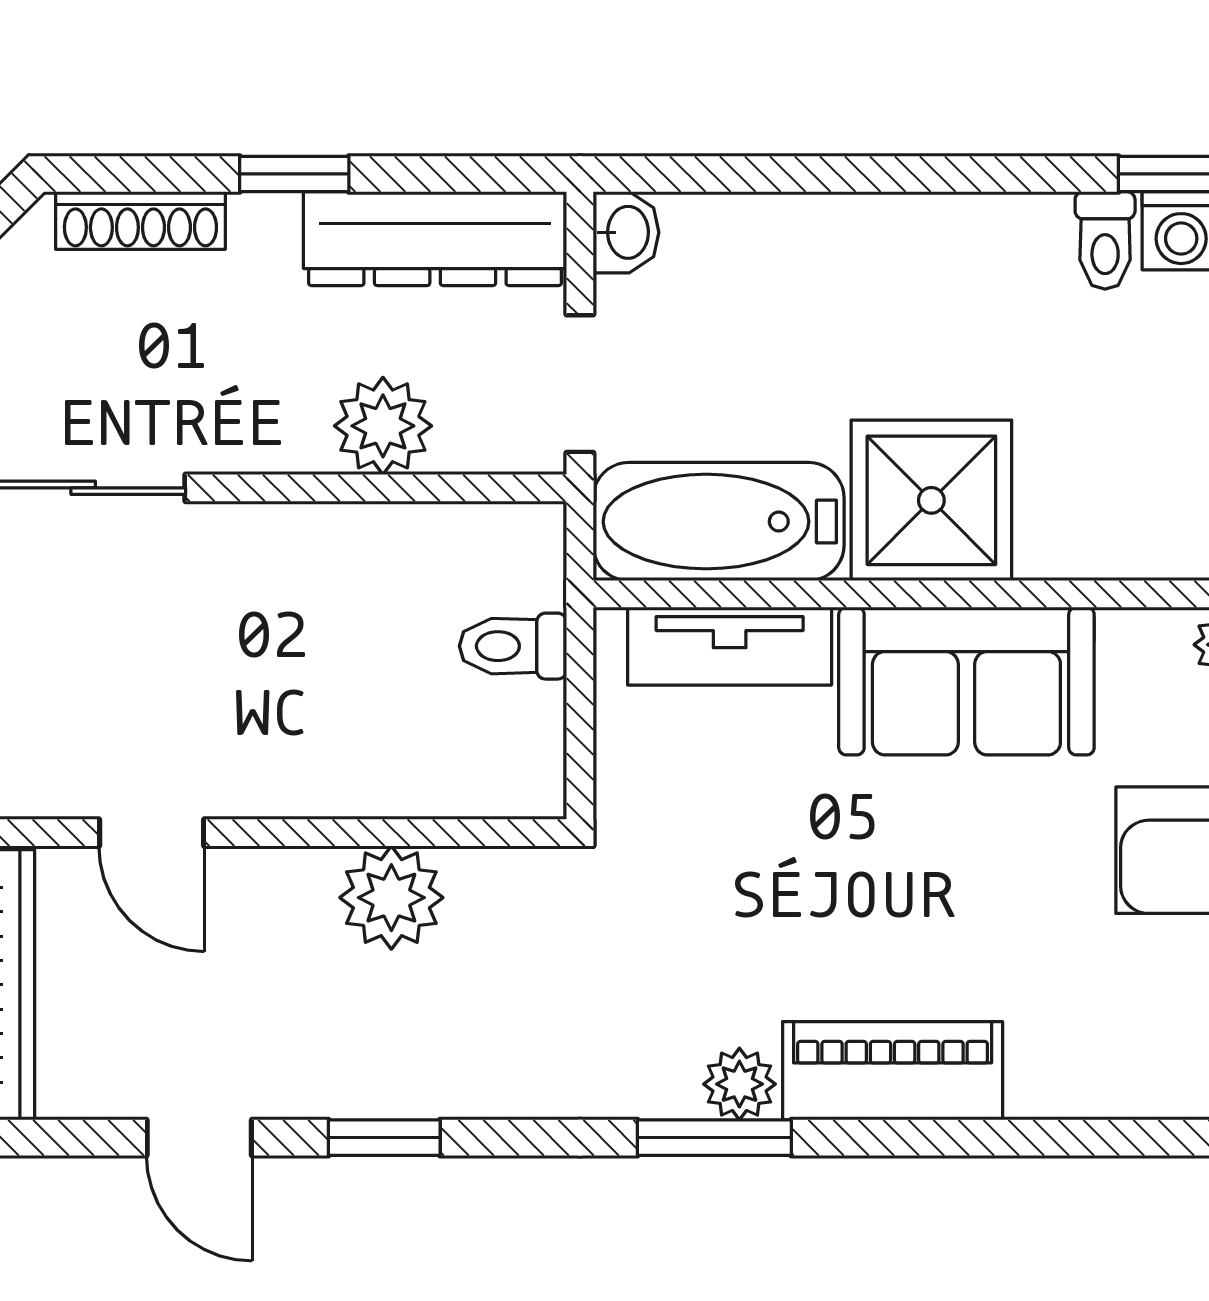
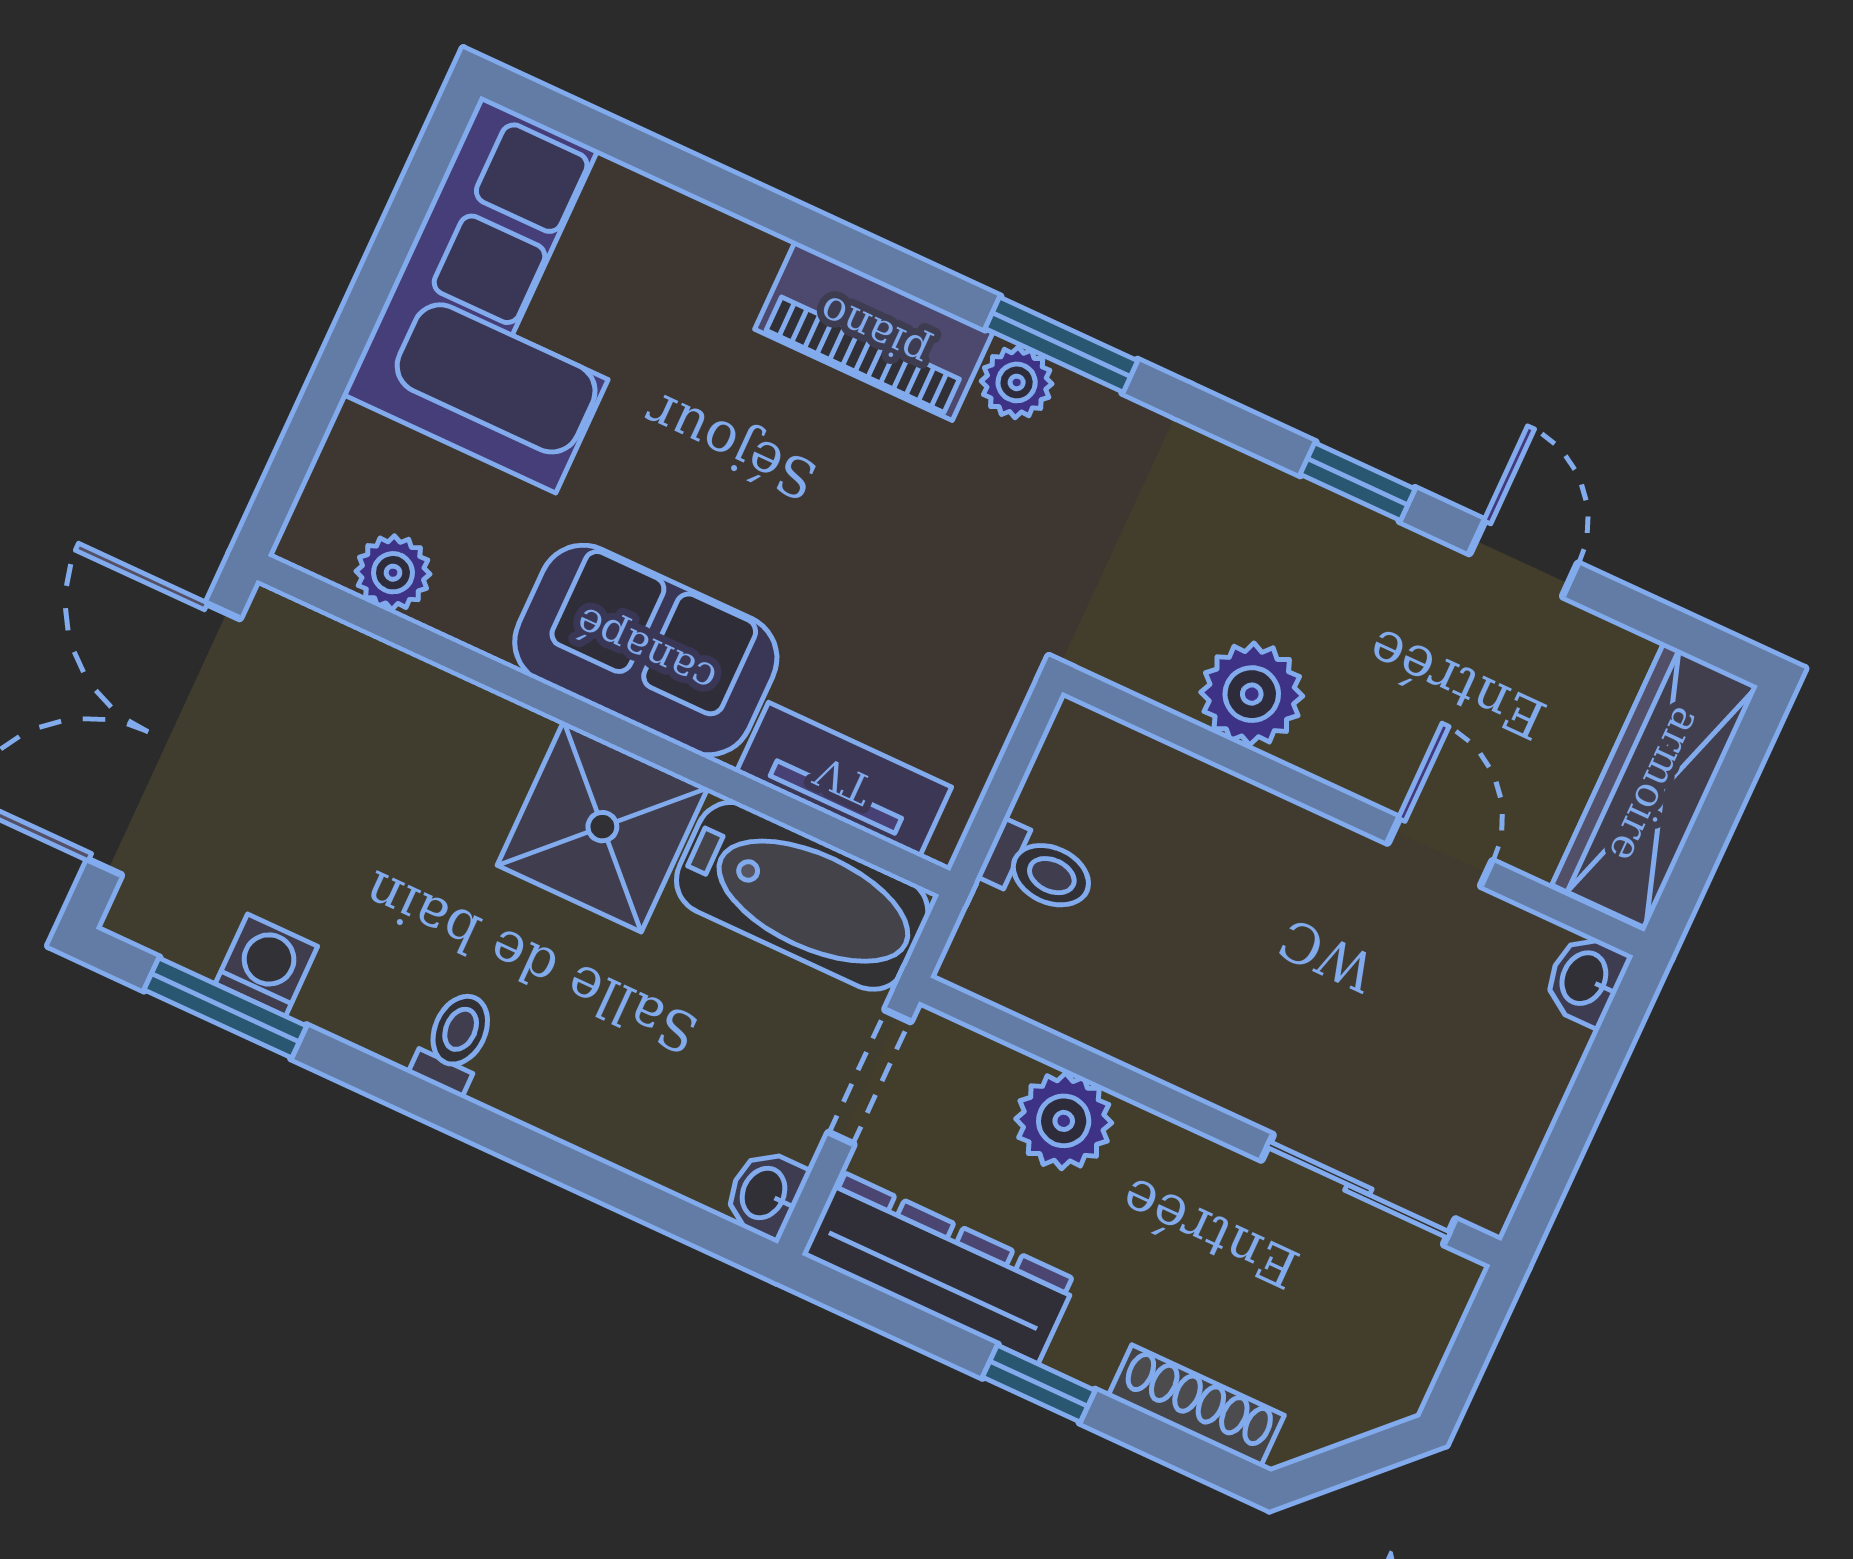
toilet: (1105, 240) -> (455, 1042), moved

